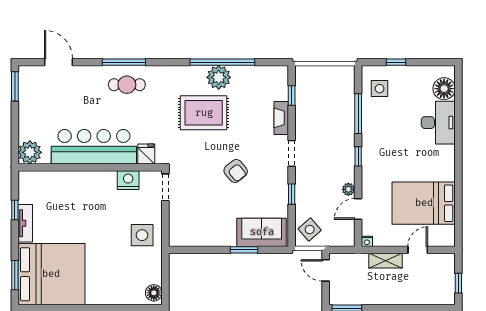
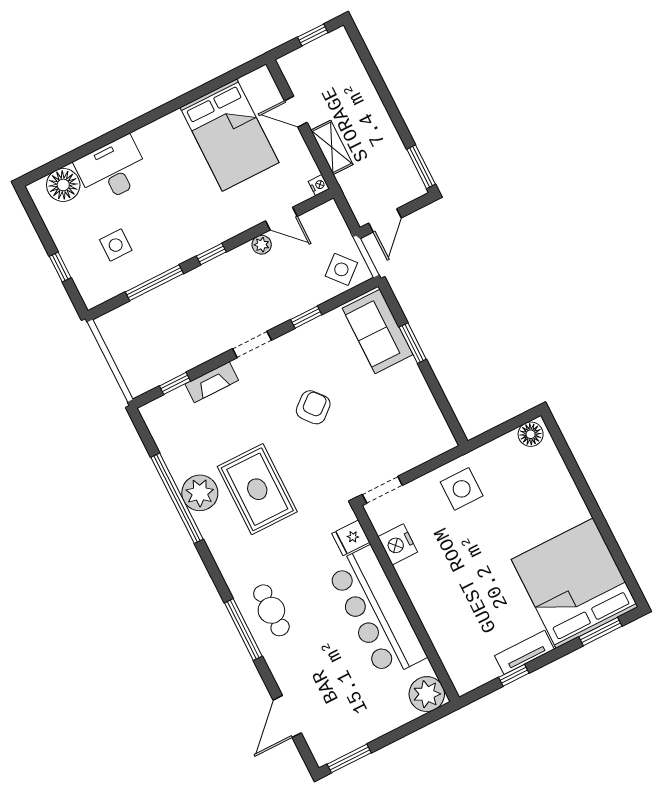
side table: (380, 89) -> (116, 245), moved

